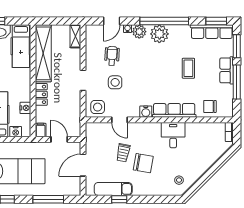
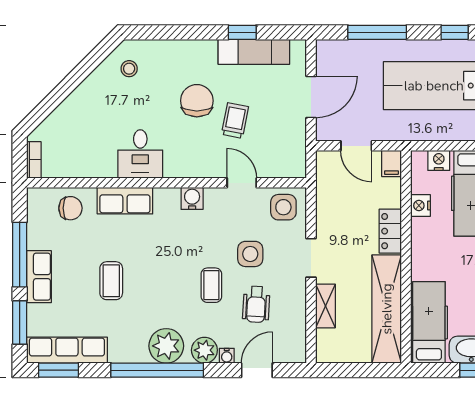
shelving: (75, 36) -> (326, 306), moved
coffee table: (136, 66) -> (211, 285), added
row of seats: (174, 110) -> (125, 201), width x0.68
chair: (143, 163) -> (197, 101), turned 80

